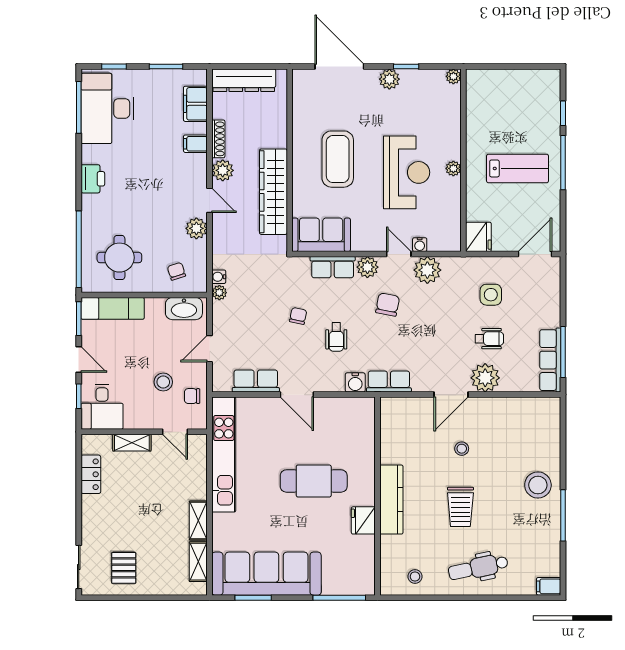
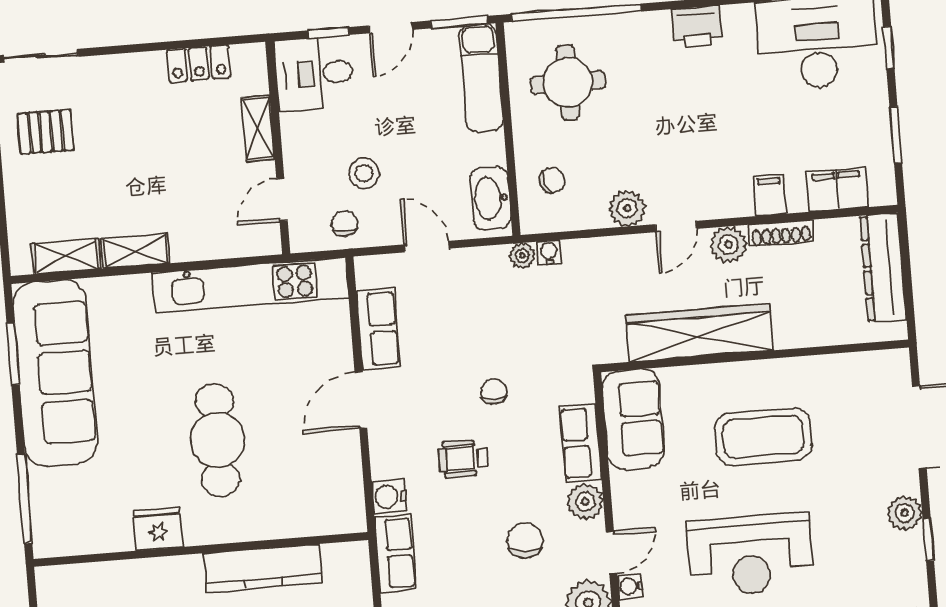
chair: (388, 305) -> (525, 541), turned -98
chair: (298, 316) -> (494, 391), turned -102
kitchen counter: (391, 500) -> (263, 568), moved

